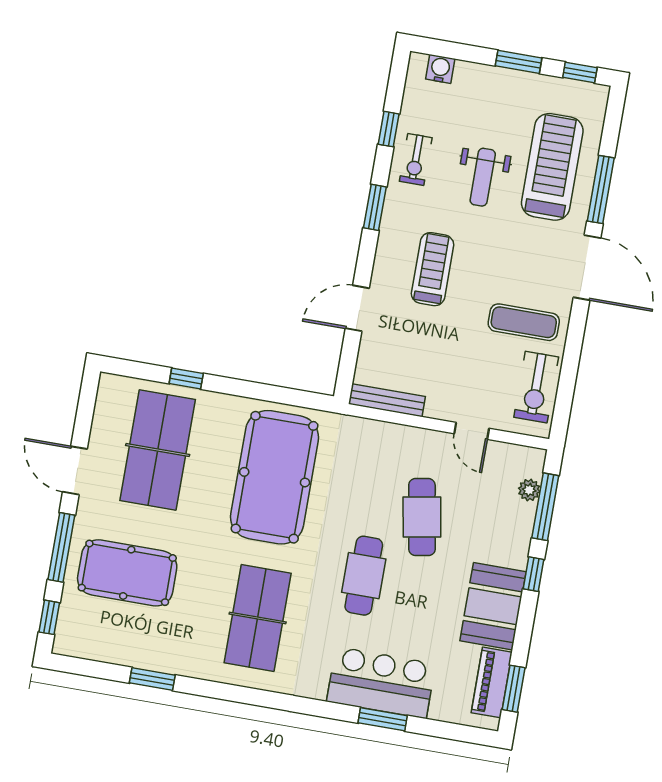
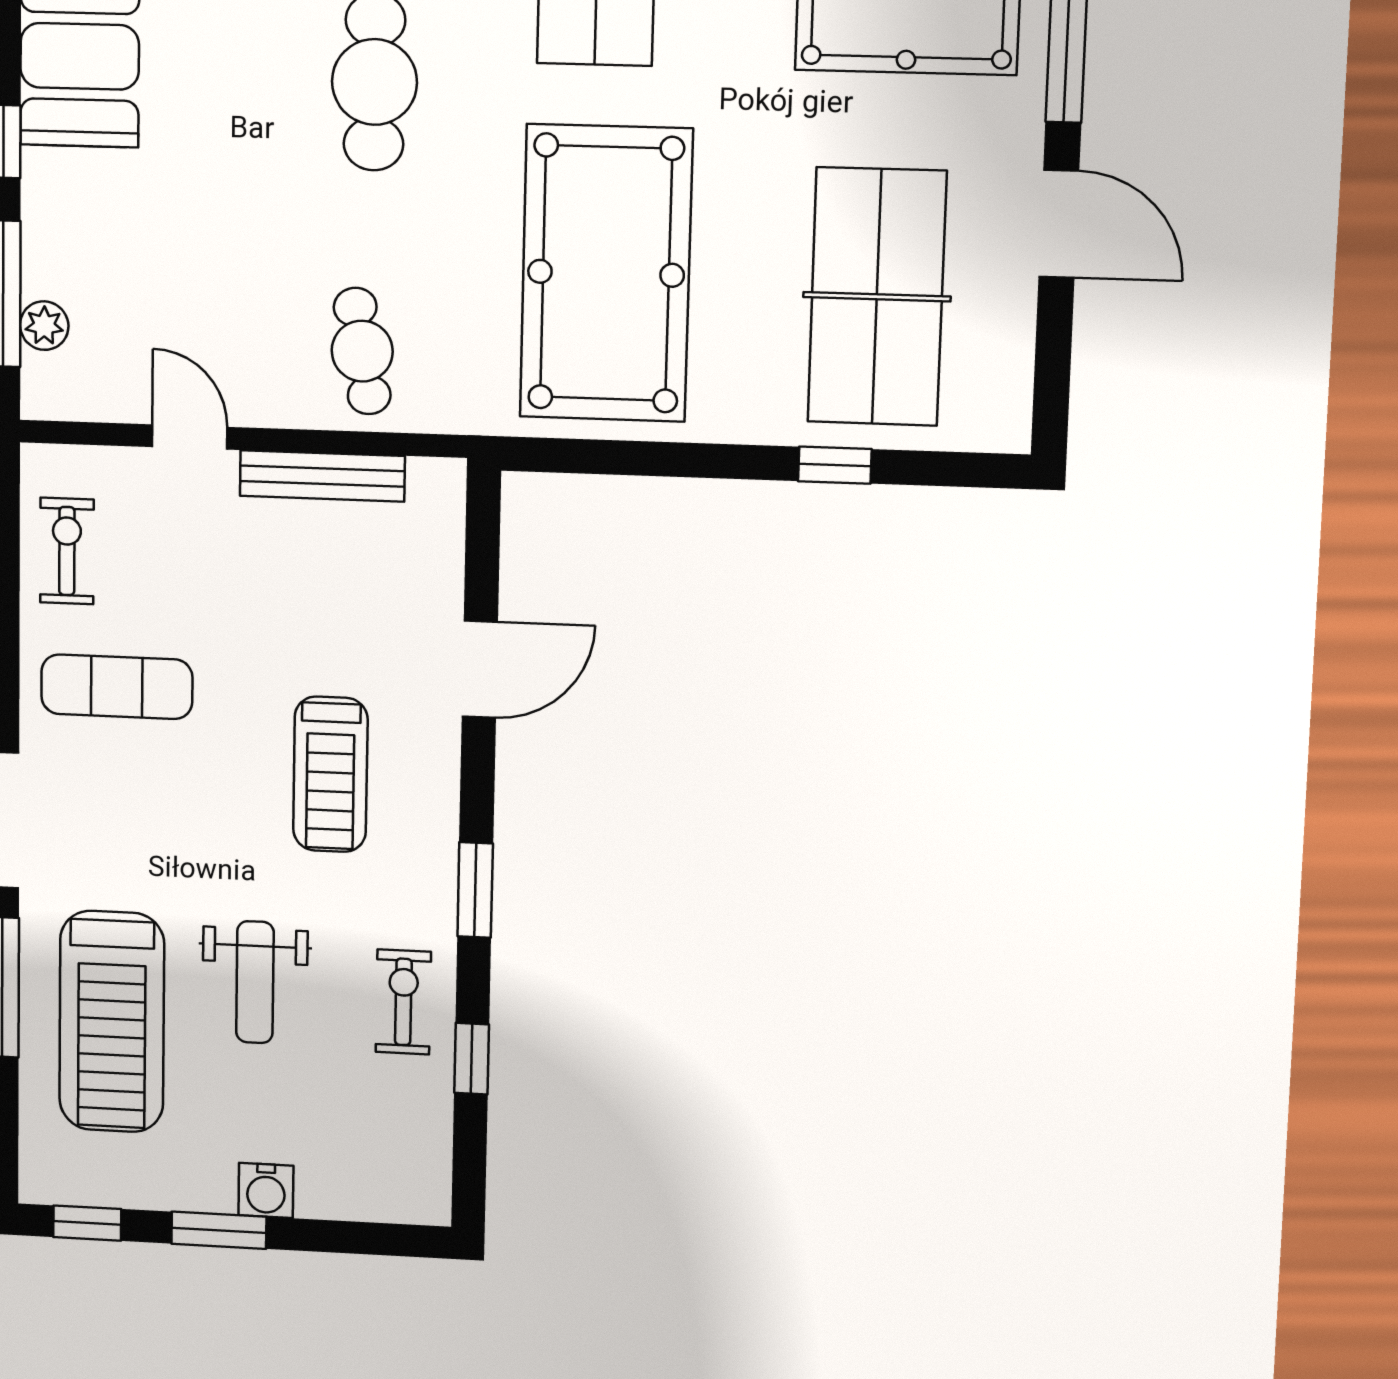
water cooler: (440, 69) -> (266, 1190), moved
weight bench: (483, 177) -> (255, 982), turned 180
exercise bike: (536, 387) -> (67, 551), width x0.73, depth x0.72
bench: (387, 400) -> (322, 476), moved
cafe table: (422, 517) -> (362, 351), moved, width x0.73, depth x0.74

